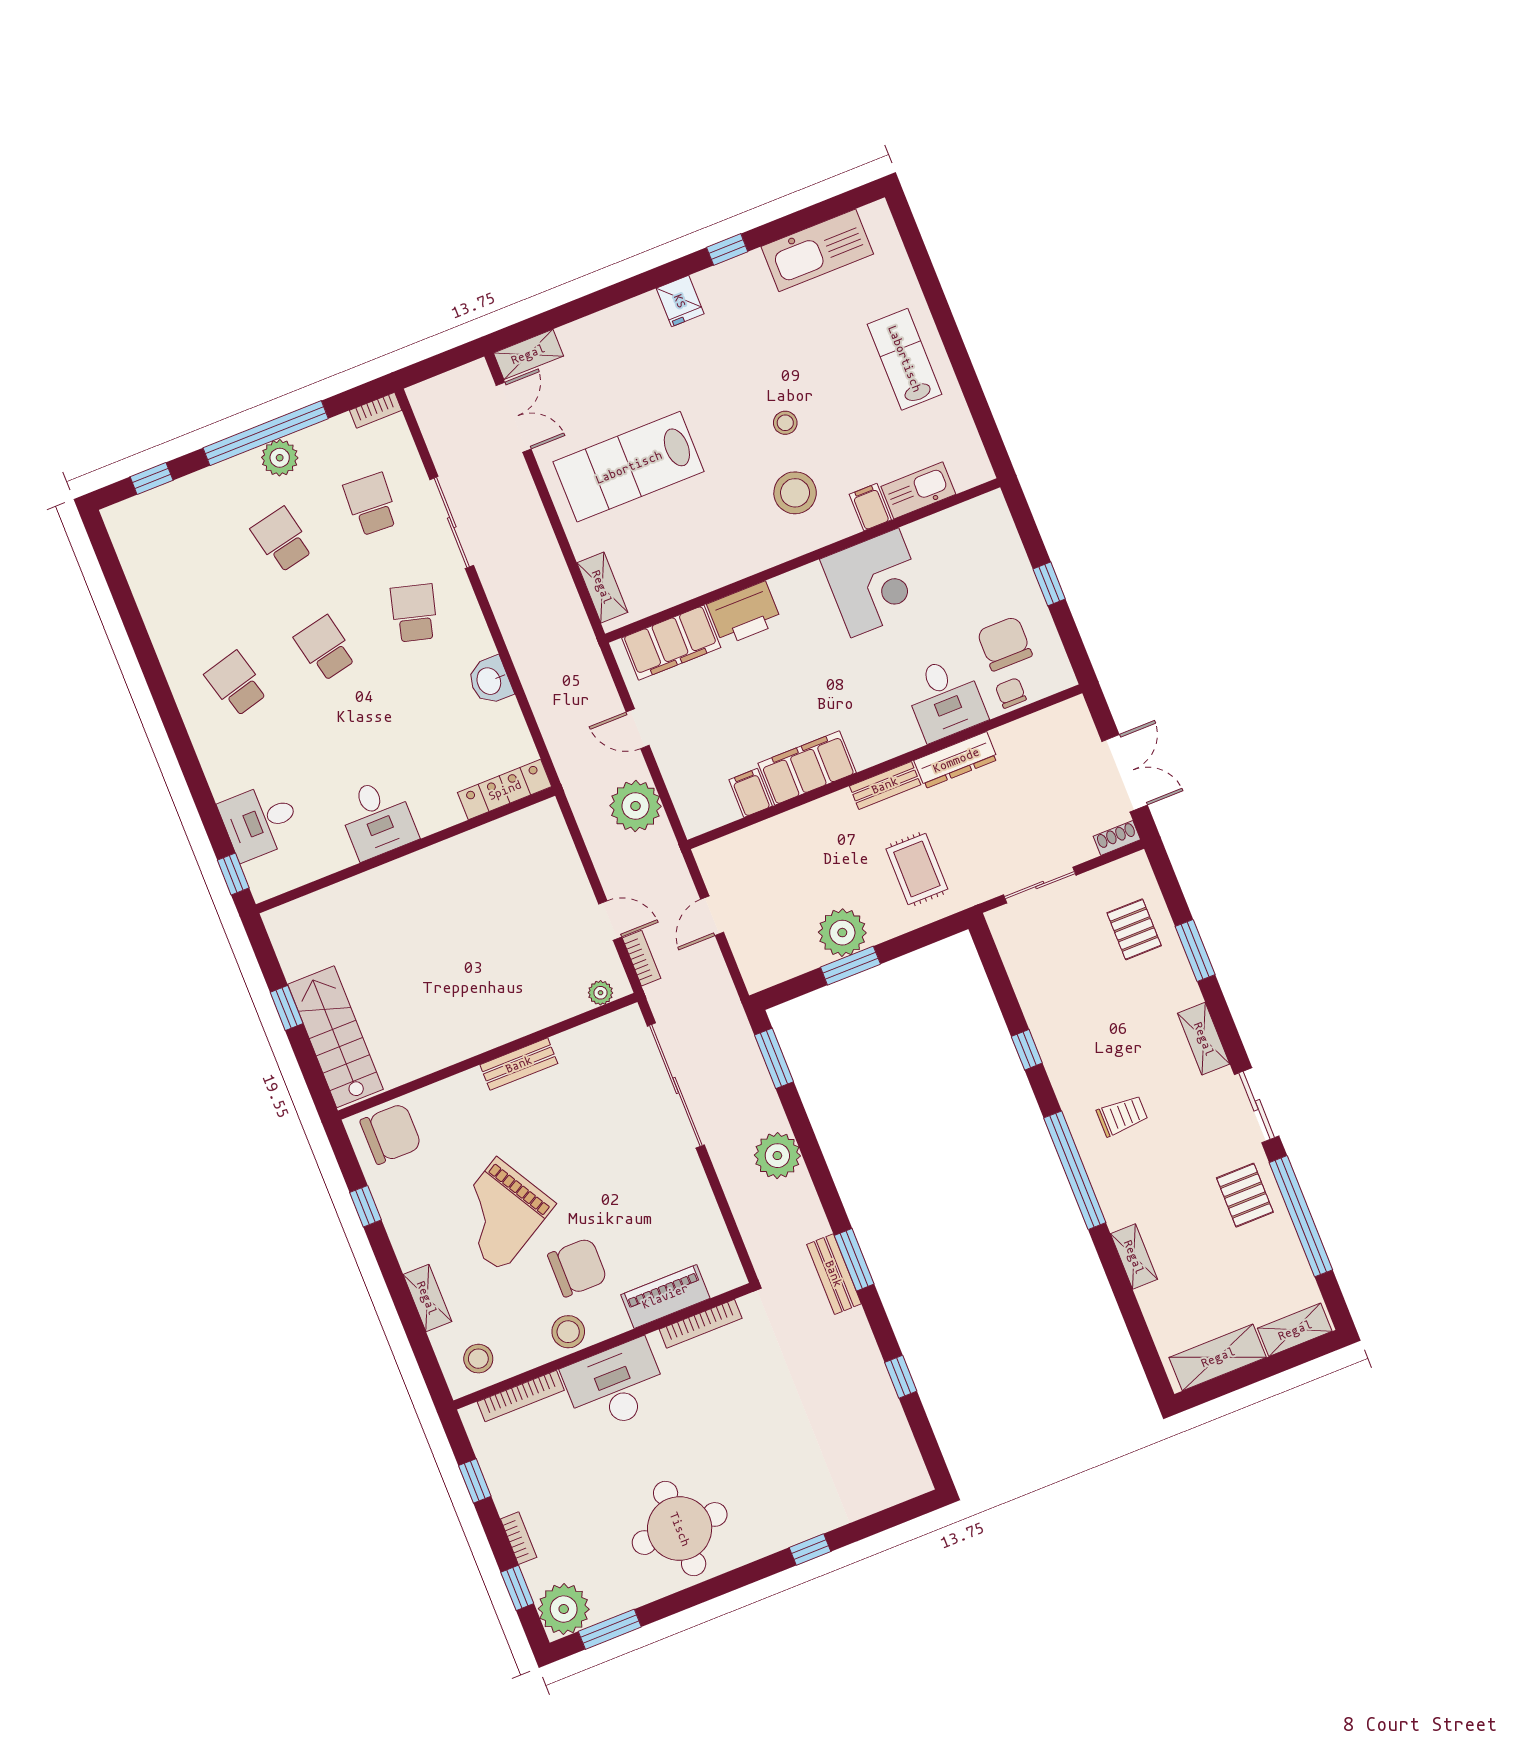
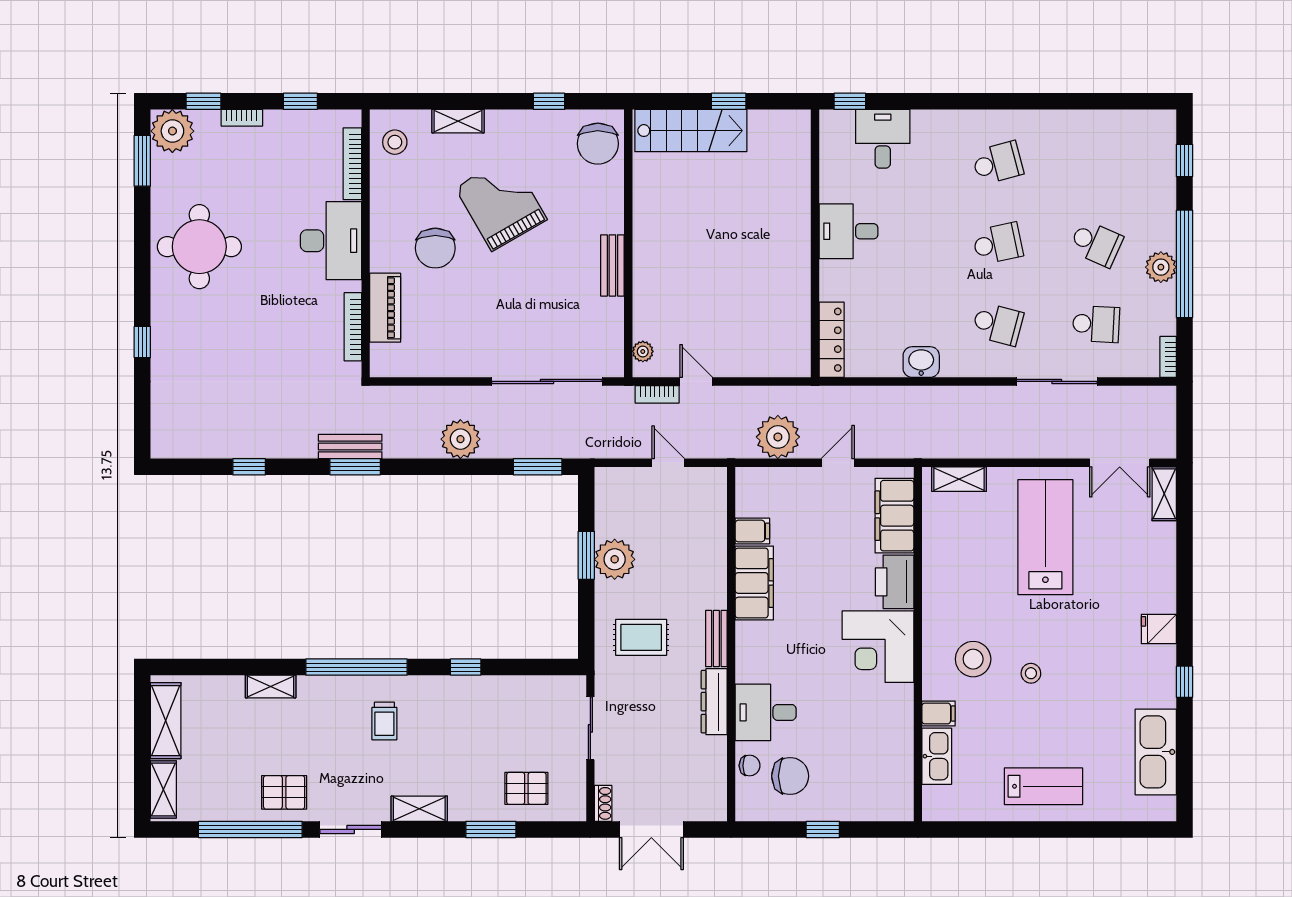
school desk: (282, 540) -> (1096, 243), turned 36
corner desk: (875, 583) -> (878, 647), moved
door: (610, 920) -> (696, 381), swing flipped
stool: (568, 1332) -> (388, 221), removed

